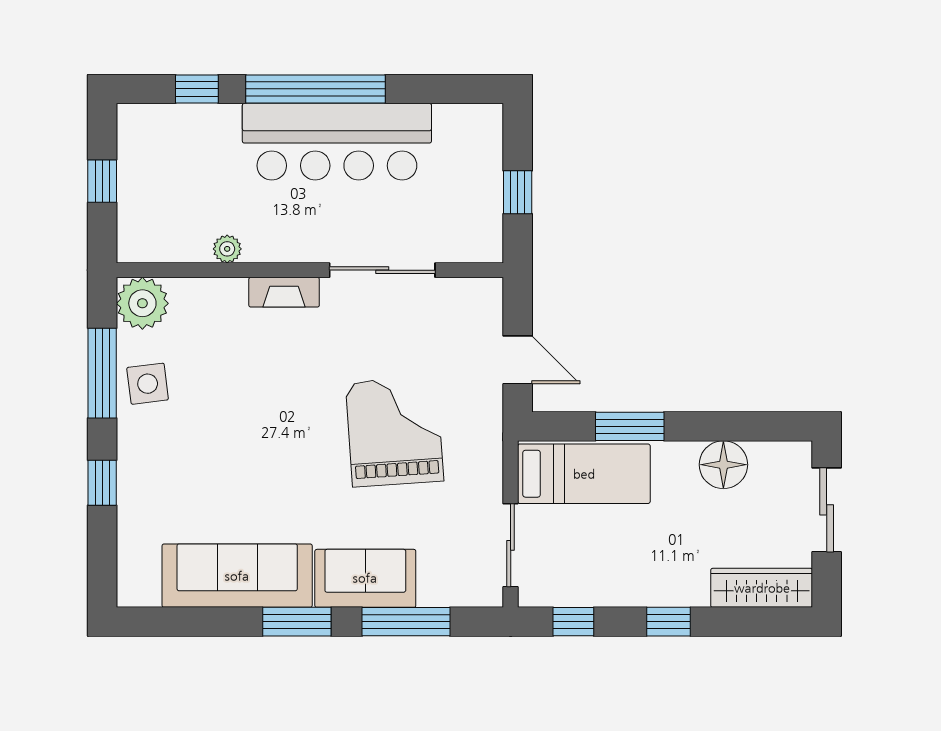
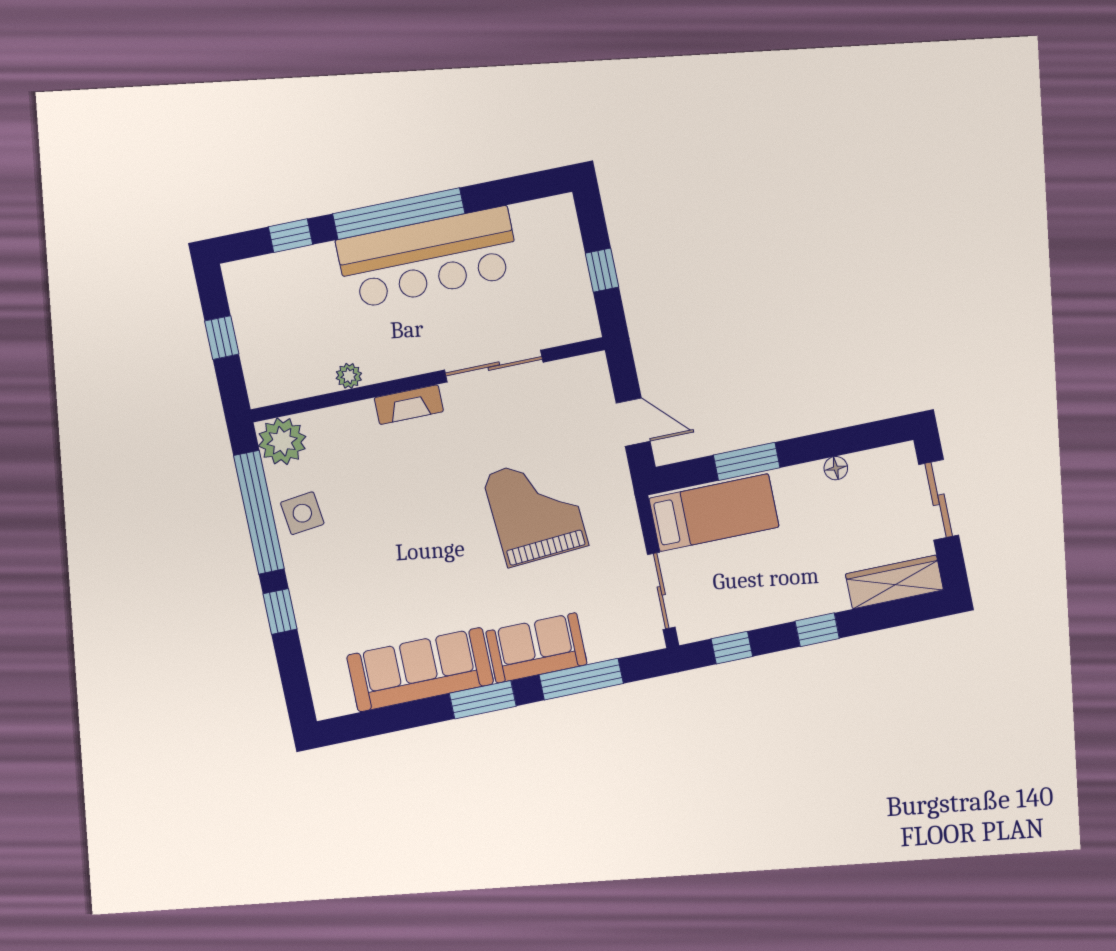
window: (102, 373) -> (259, 512), width x1.46
floor lamp: (723, 465) -> (836, 468), width x0.53, depth x0.53

